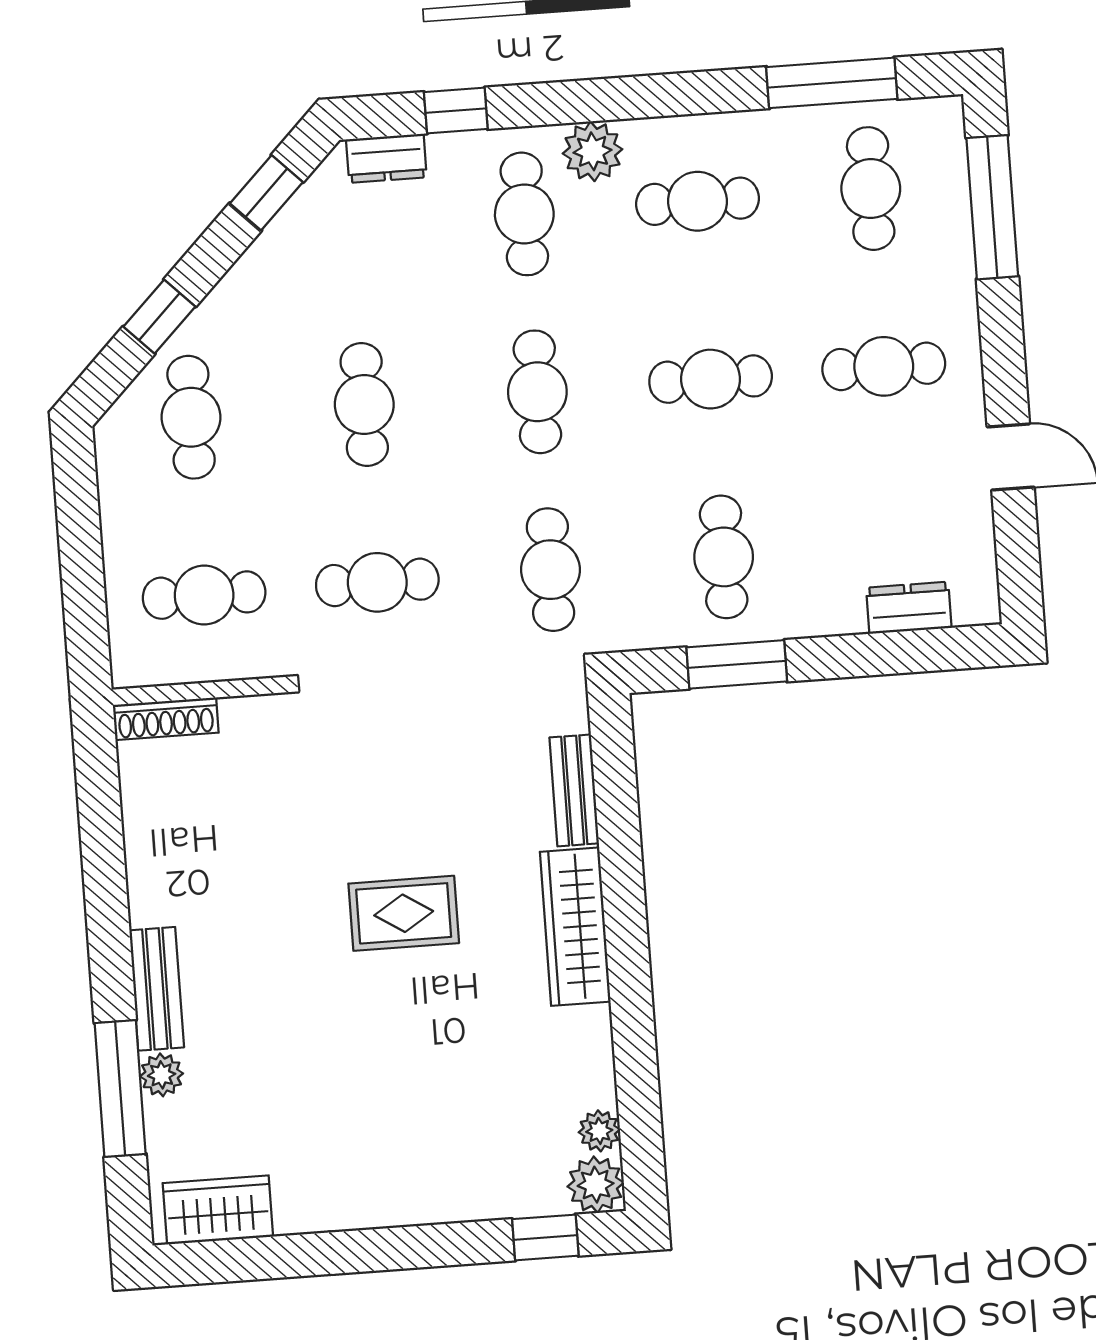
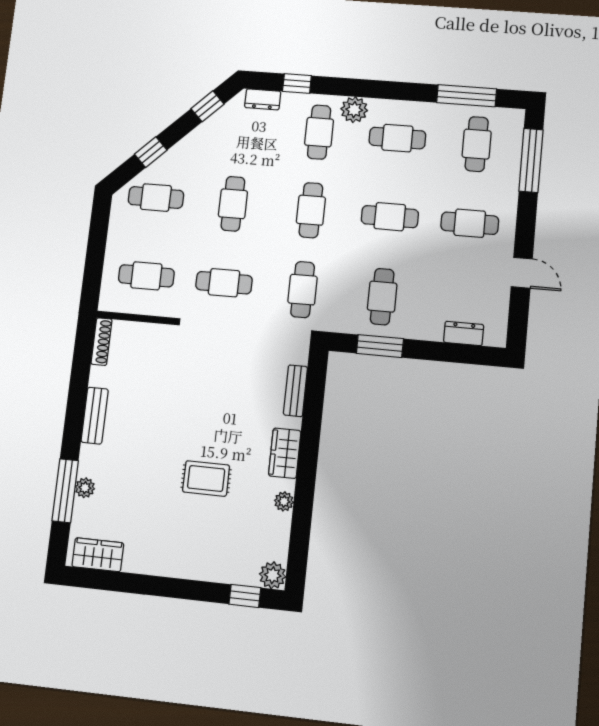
cafe table: (191, 417) -> (156, 197), turned 90
shoe rack: (166, 719) -> (102, 342), moved, turned -90
rug: (404, 913) -> (206, 479), moved
wardrobe: (575, 927) -> (285, 453), width x0.67
bench: (157, 989) -> (95, 416), moved
plant: (599, 1131) -> (284, 501), moved

